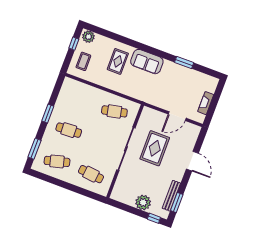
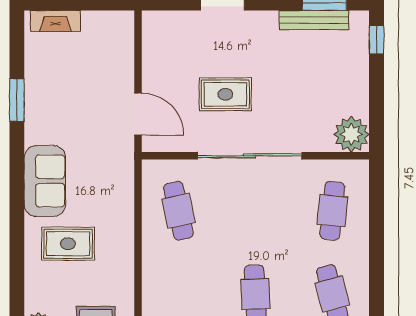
fireplace: (206, 103) -> (56, 21), moved
door: (177, 116) -> (138, 114), moved
rug: (155, 148) -> (225, 94), width x0.73, depth x0.70
plant: (143, 202) -> (351, 134), moved

